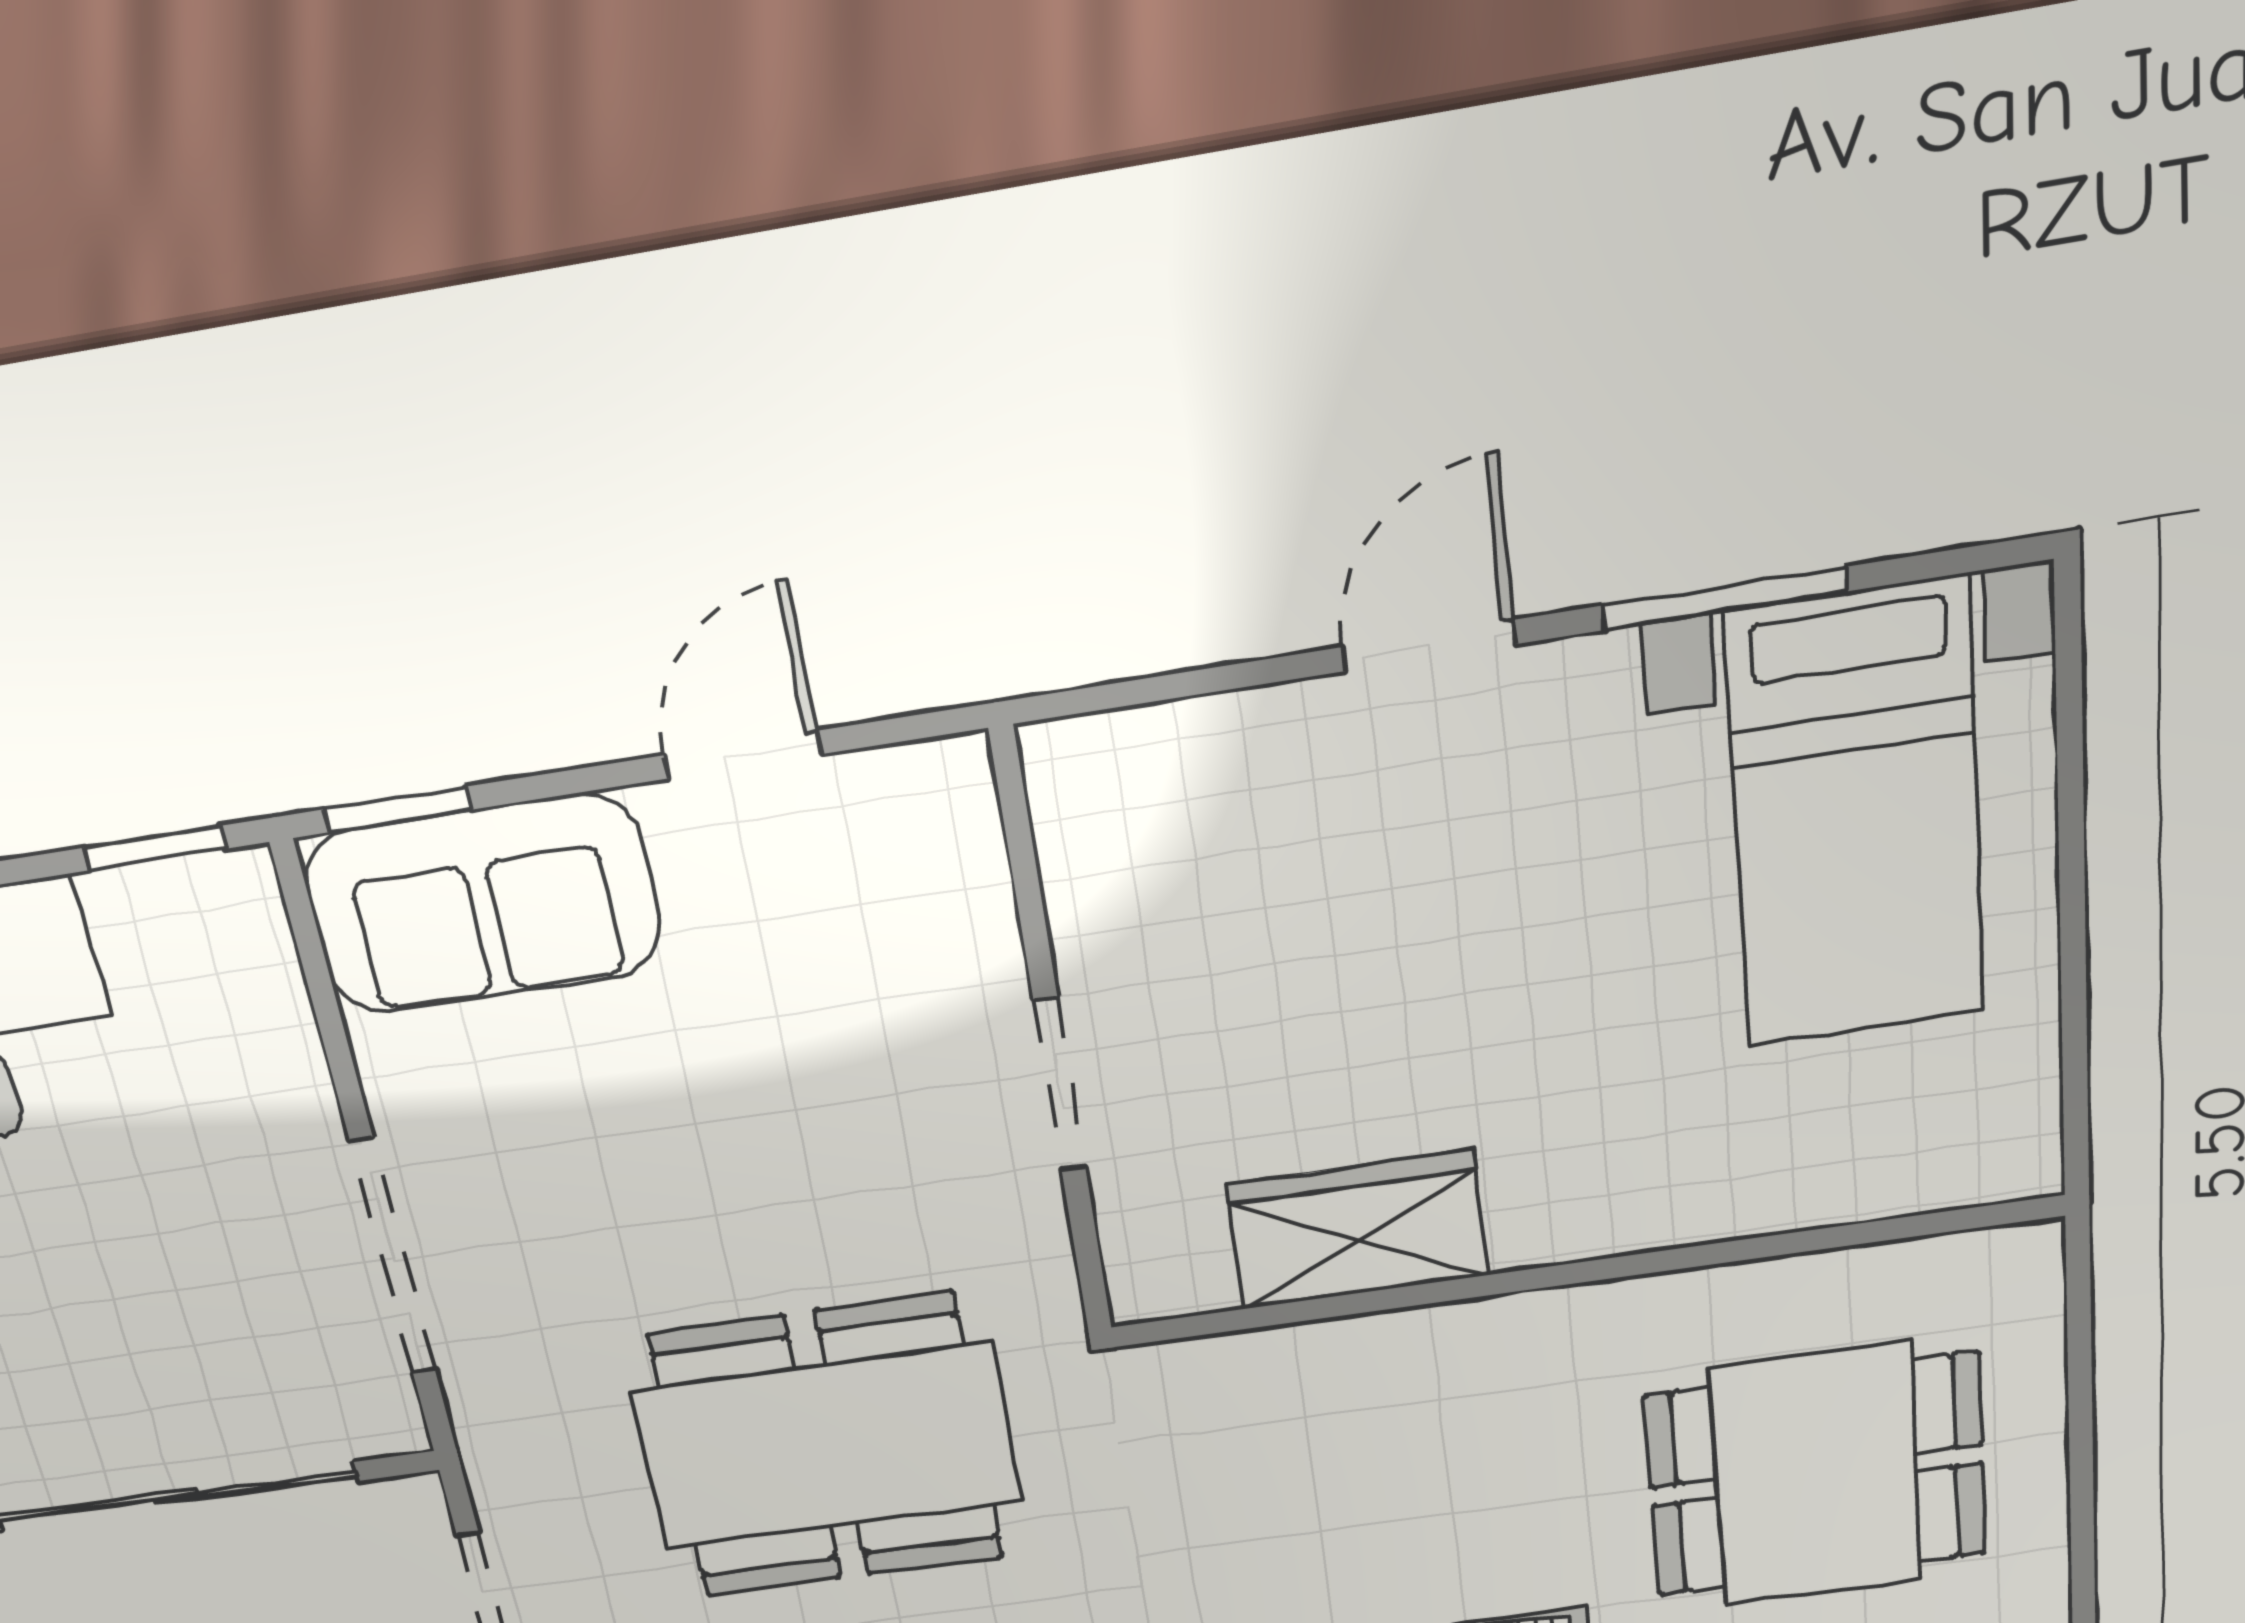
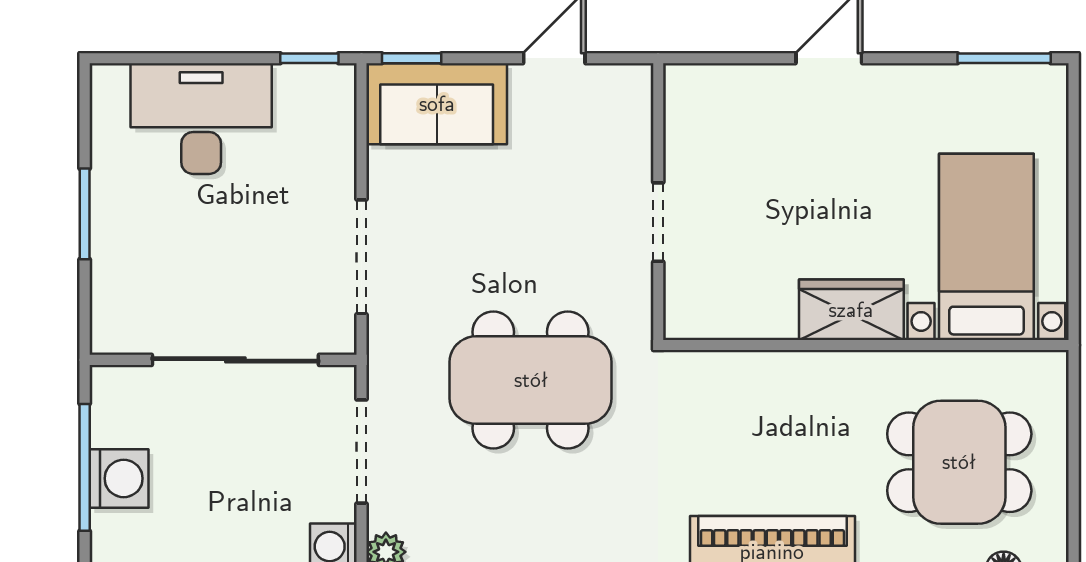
window: (1725, 598) -> (1004, 58), moved
bed with nightstands: (1857, 816) -> (986, 247), moved, turned 180
wardrobe: (1358, 1230) -> (851, 310), moved

